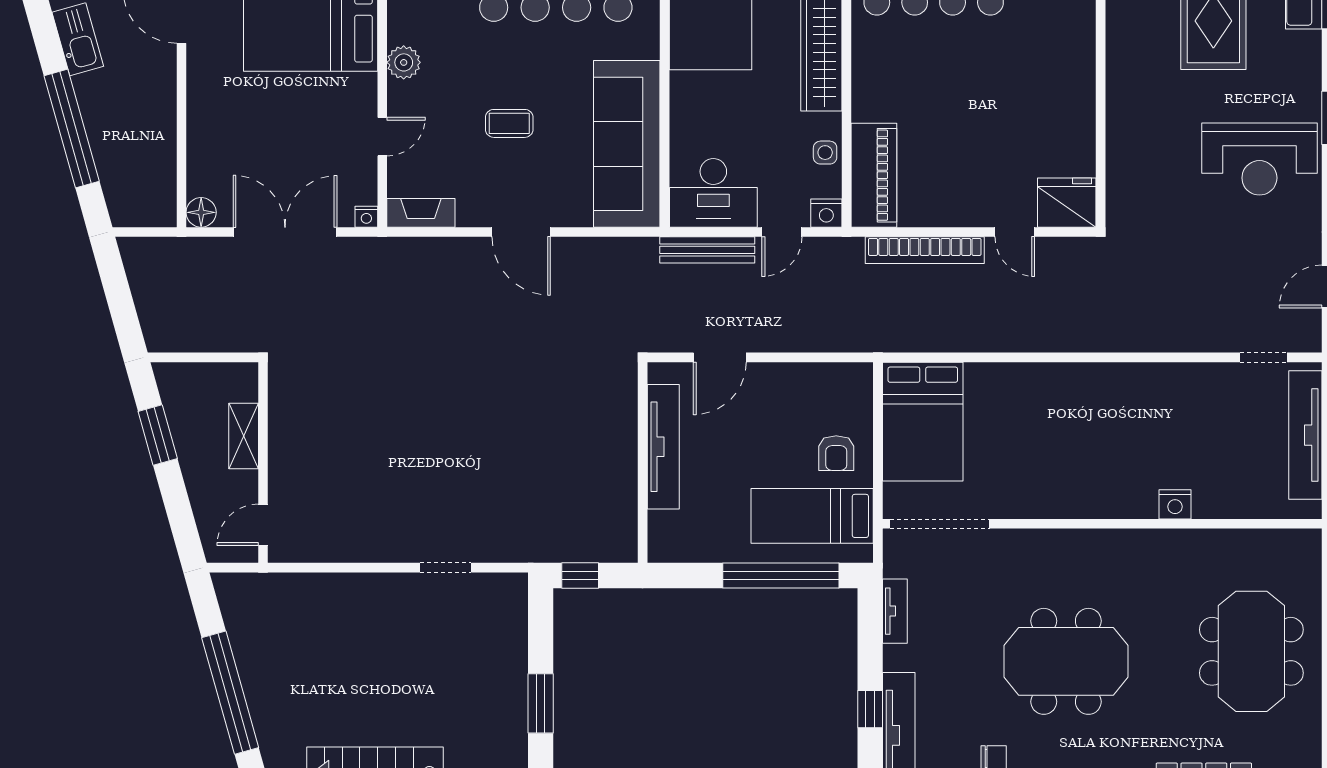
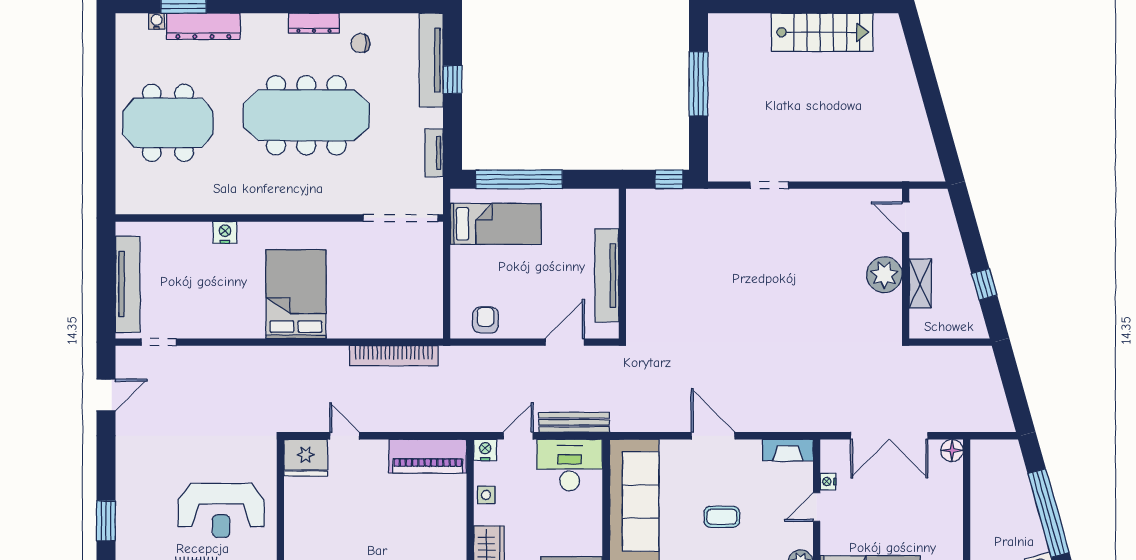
reception desk: (1259, 159) -> (221, 510), moved, turned 180
piano: (874, 175) -> (428, 456), moved, turned -90
nightstand: (366, 217) -> (828, 482), moved, turned -90
bookcase: (925, 250) -> (394, 356), moved, turned 180
bed: (923, 422) -> (296, 294), moved
window: (158, 435) -> (984, 284), width x0.67
plant: (292, 448) -> (884, 275), added
armchair: (836, 453) -> (486, 320), moved
door: (263, 525) -> (906, 217), swing flipped
meeting table: (1251, 651) -> (168, 123), turned 90
meeting table: (1066, 661) -> (306, 115), width x1.36
window: (230, 693) -> (930, 92), removed
window: (541, 703) -> (698, 84), width x1.44

